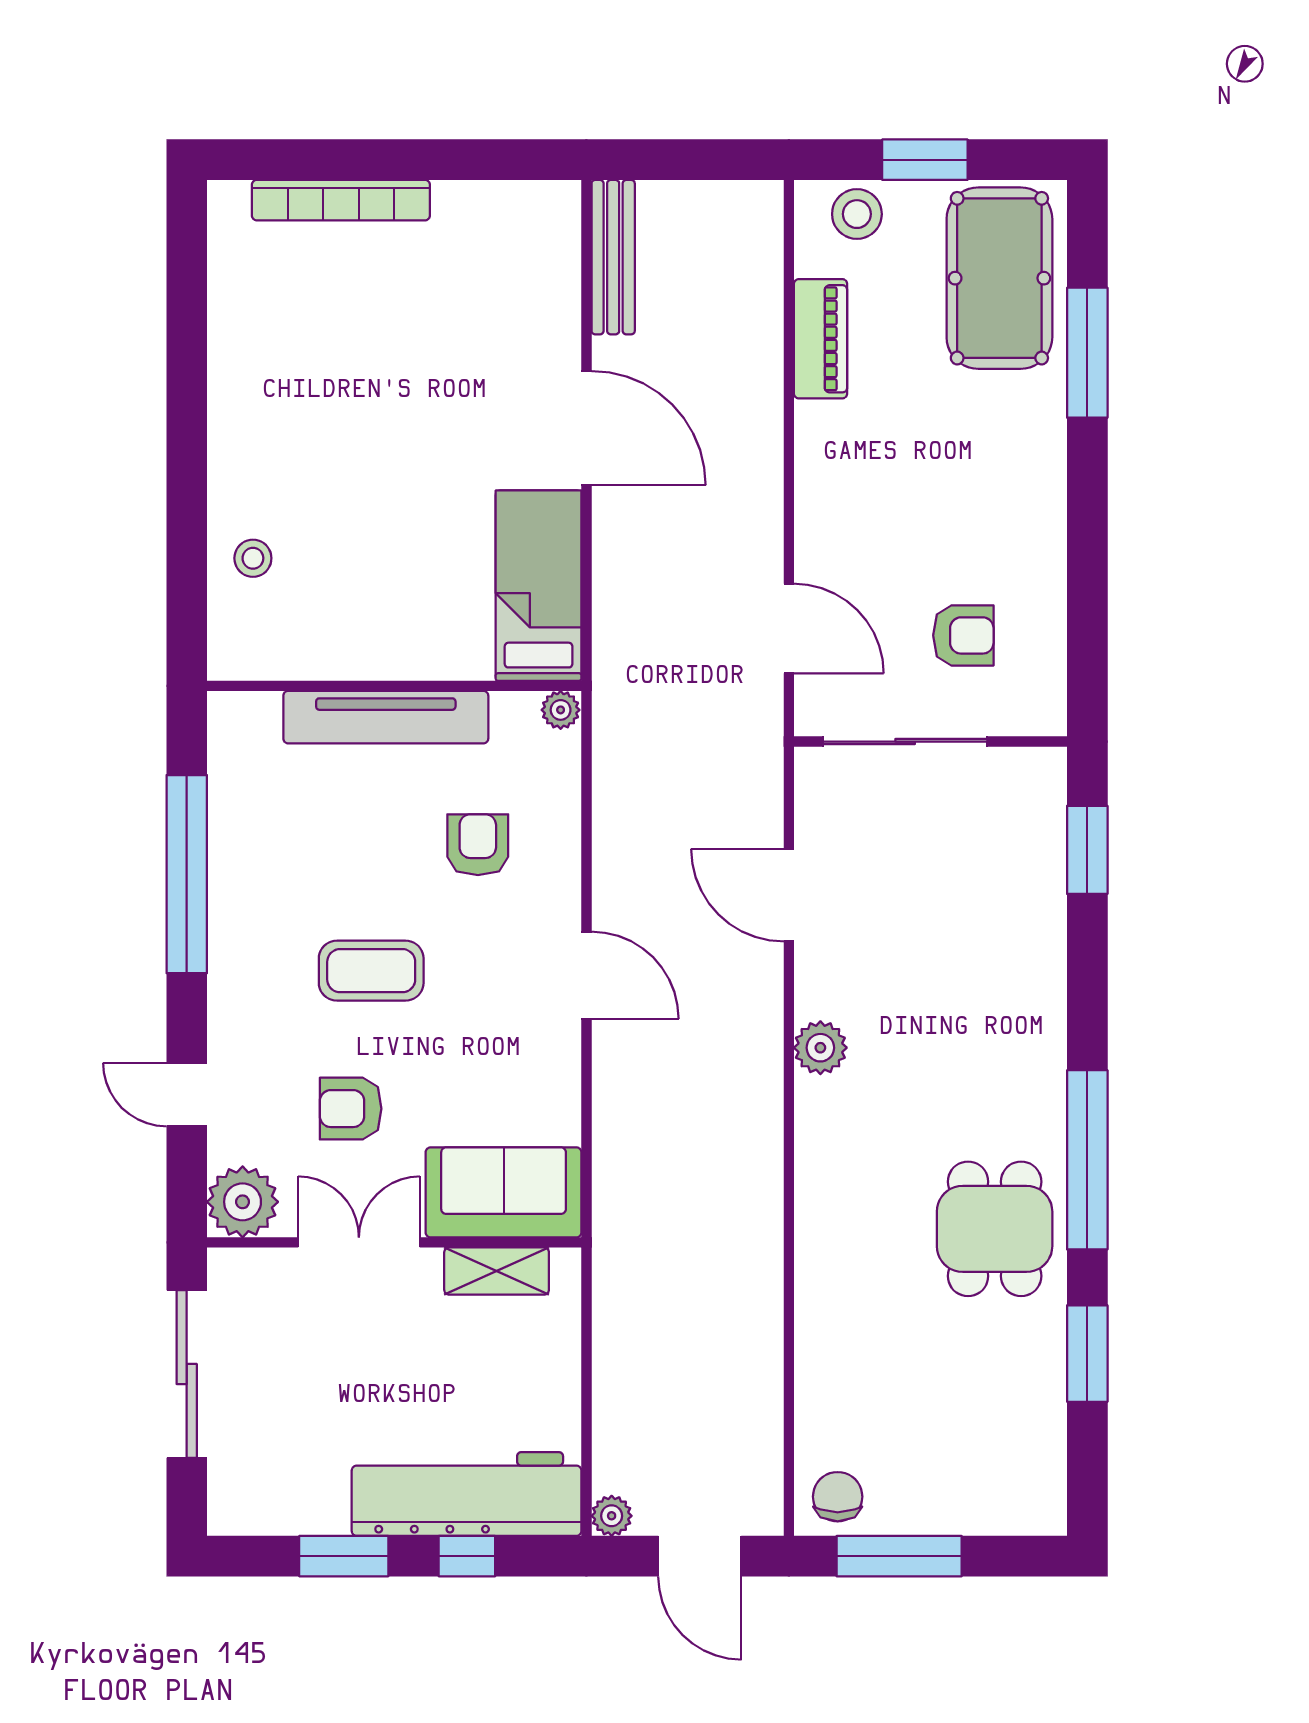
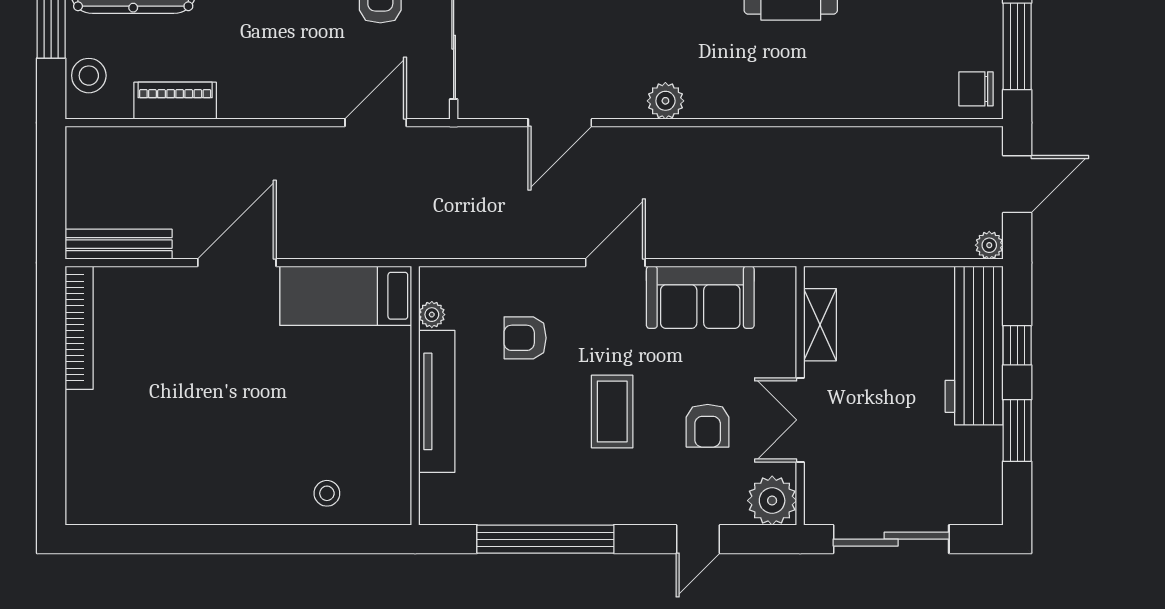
bookcase: (341, 200) -> (79, 328), moved
plant: (561, 710) -> (432, 315), moved
sofa: (504, 1192) -> (700, 297), moved, turned -90

